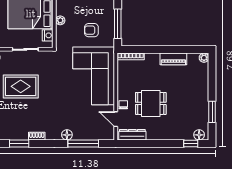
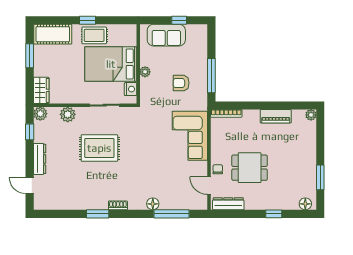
corner sofa: (94, 76) -> (190, 136), width x0.73, depth x0.74
window: (191, 143) -> (274, 214), moved

